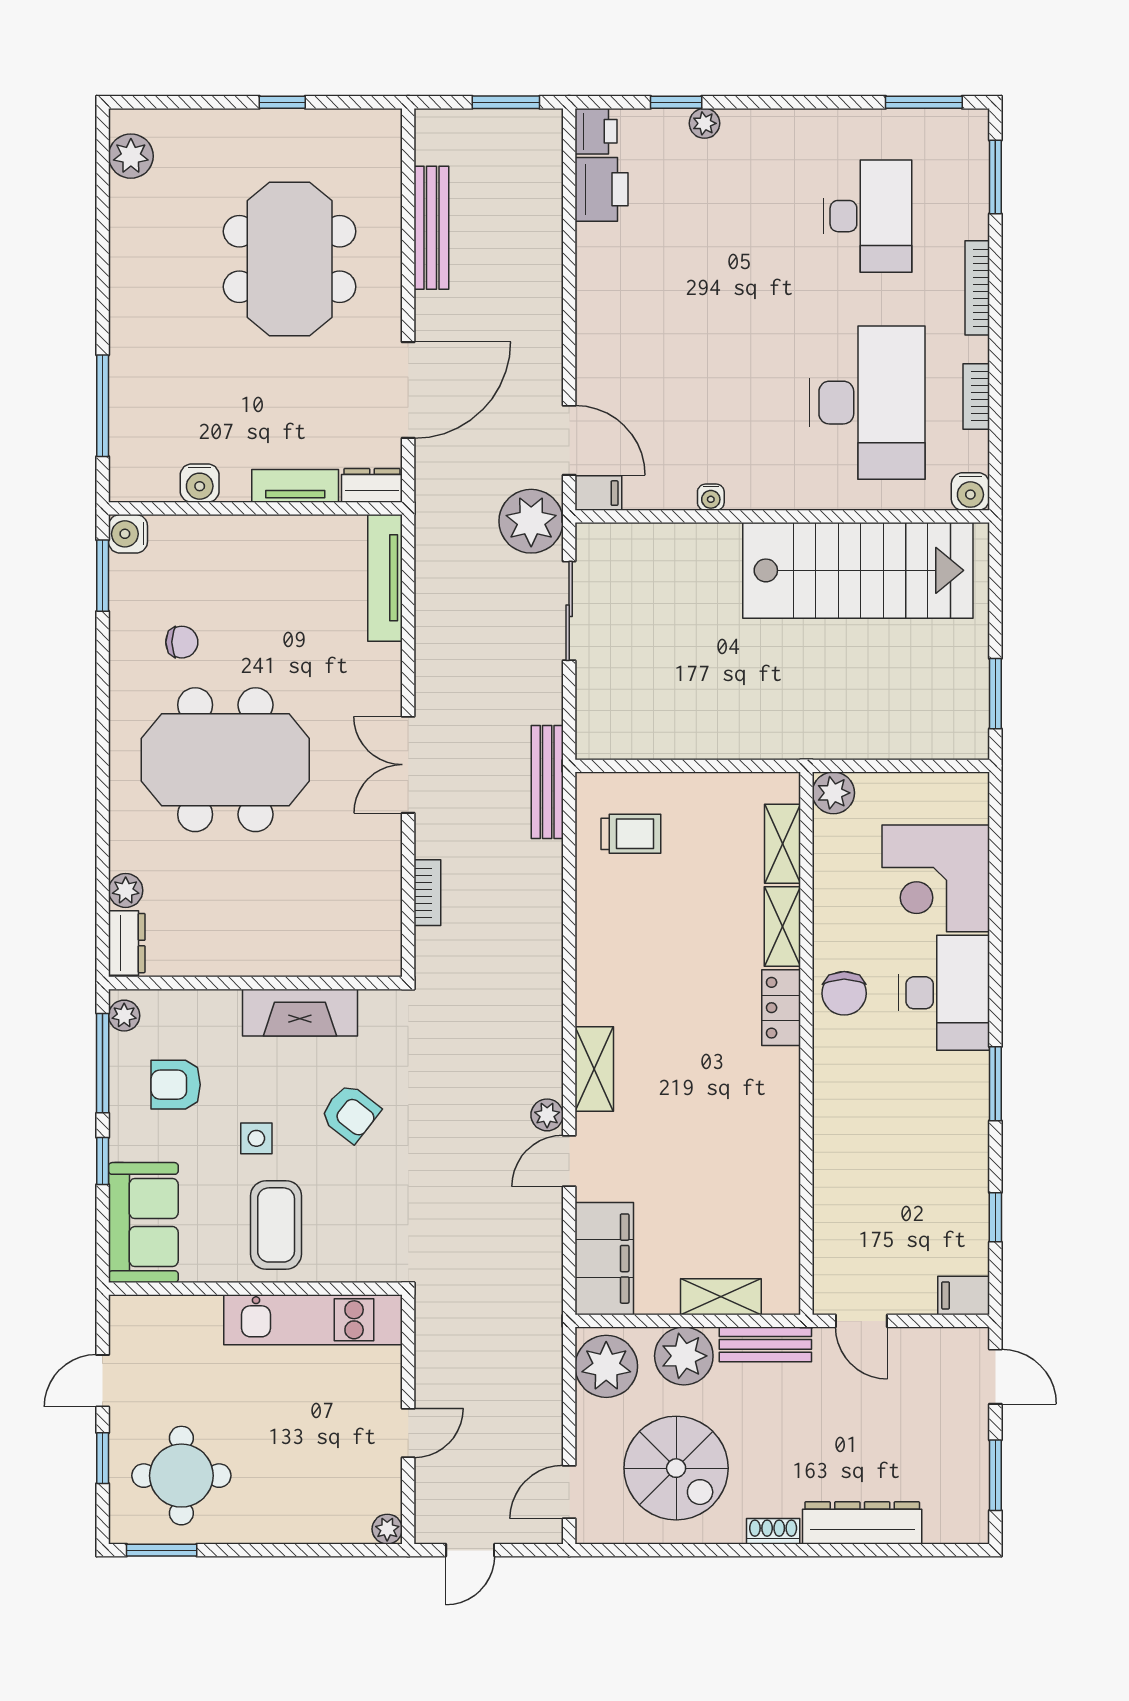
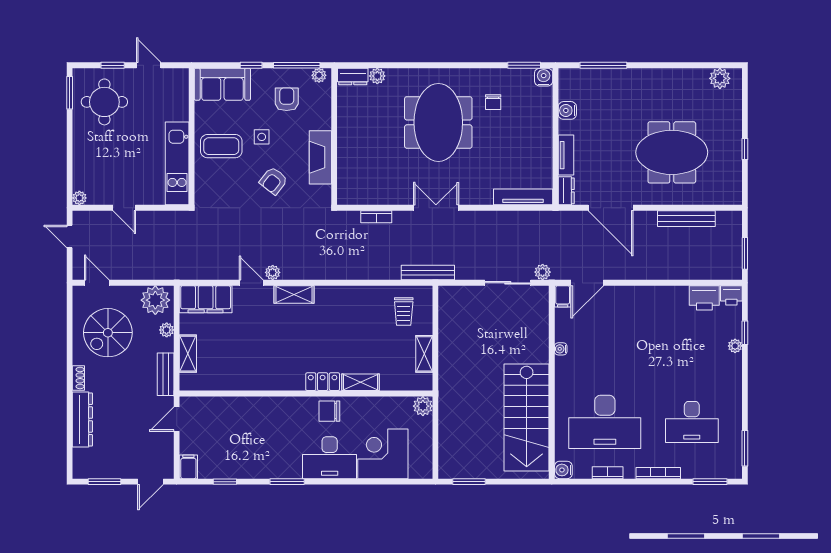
plant: (531, 521) -> (543, 272), width x0.53, depth x0.53
shelving: (782, 844) -> (424, 354), moved, turned 90
plant: (684, 1356) -> (167, 330), width x0.53, depth x0.53

